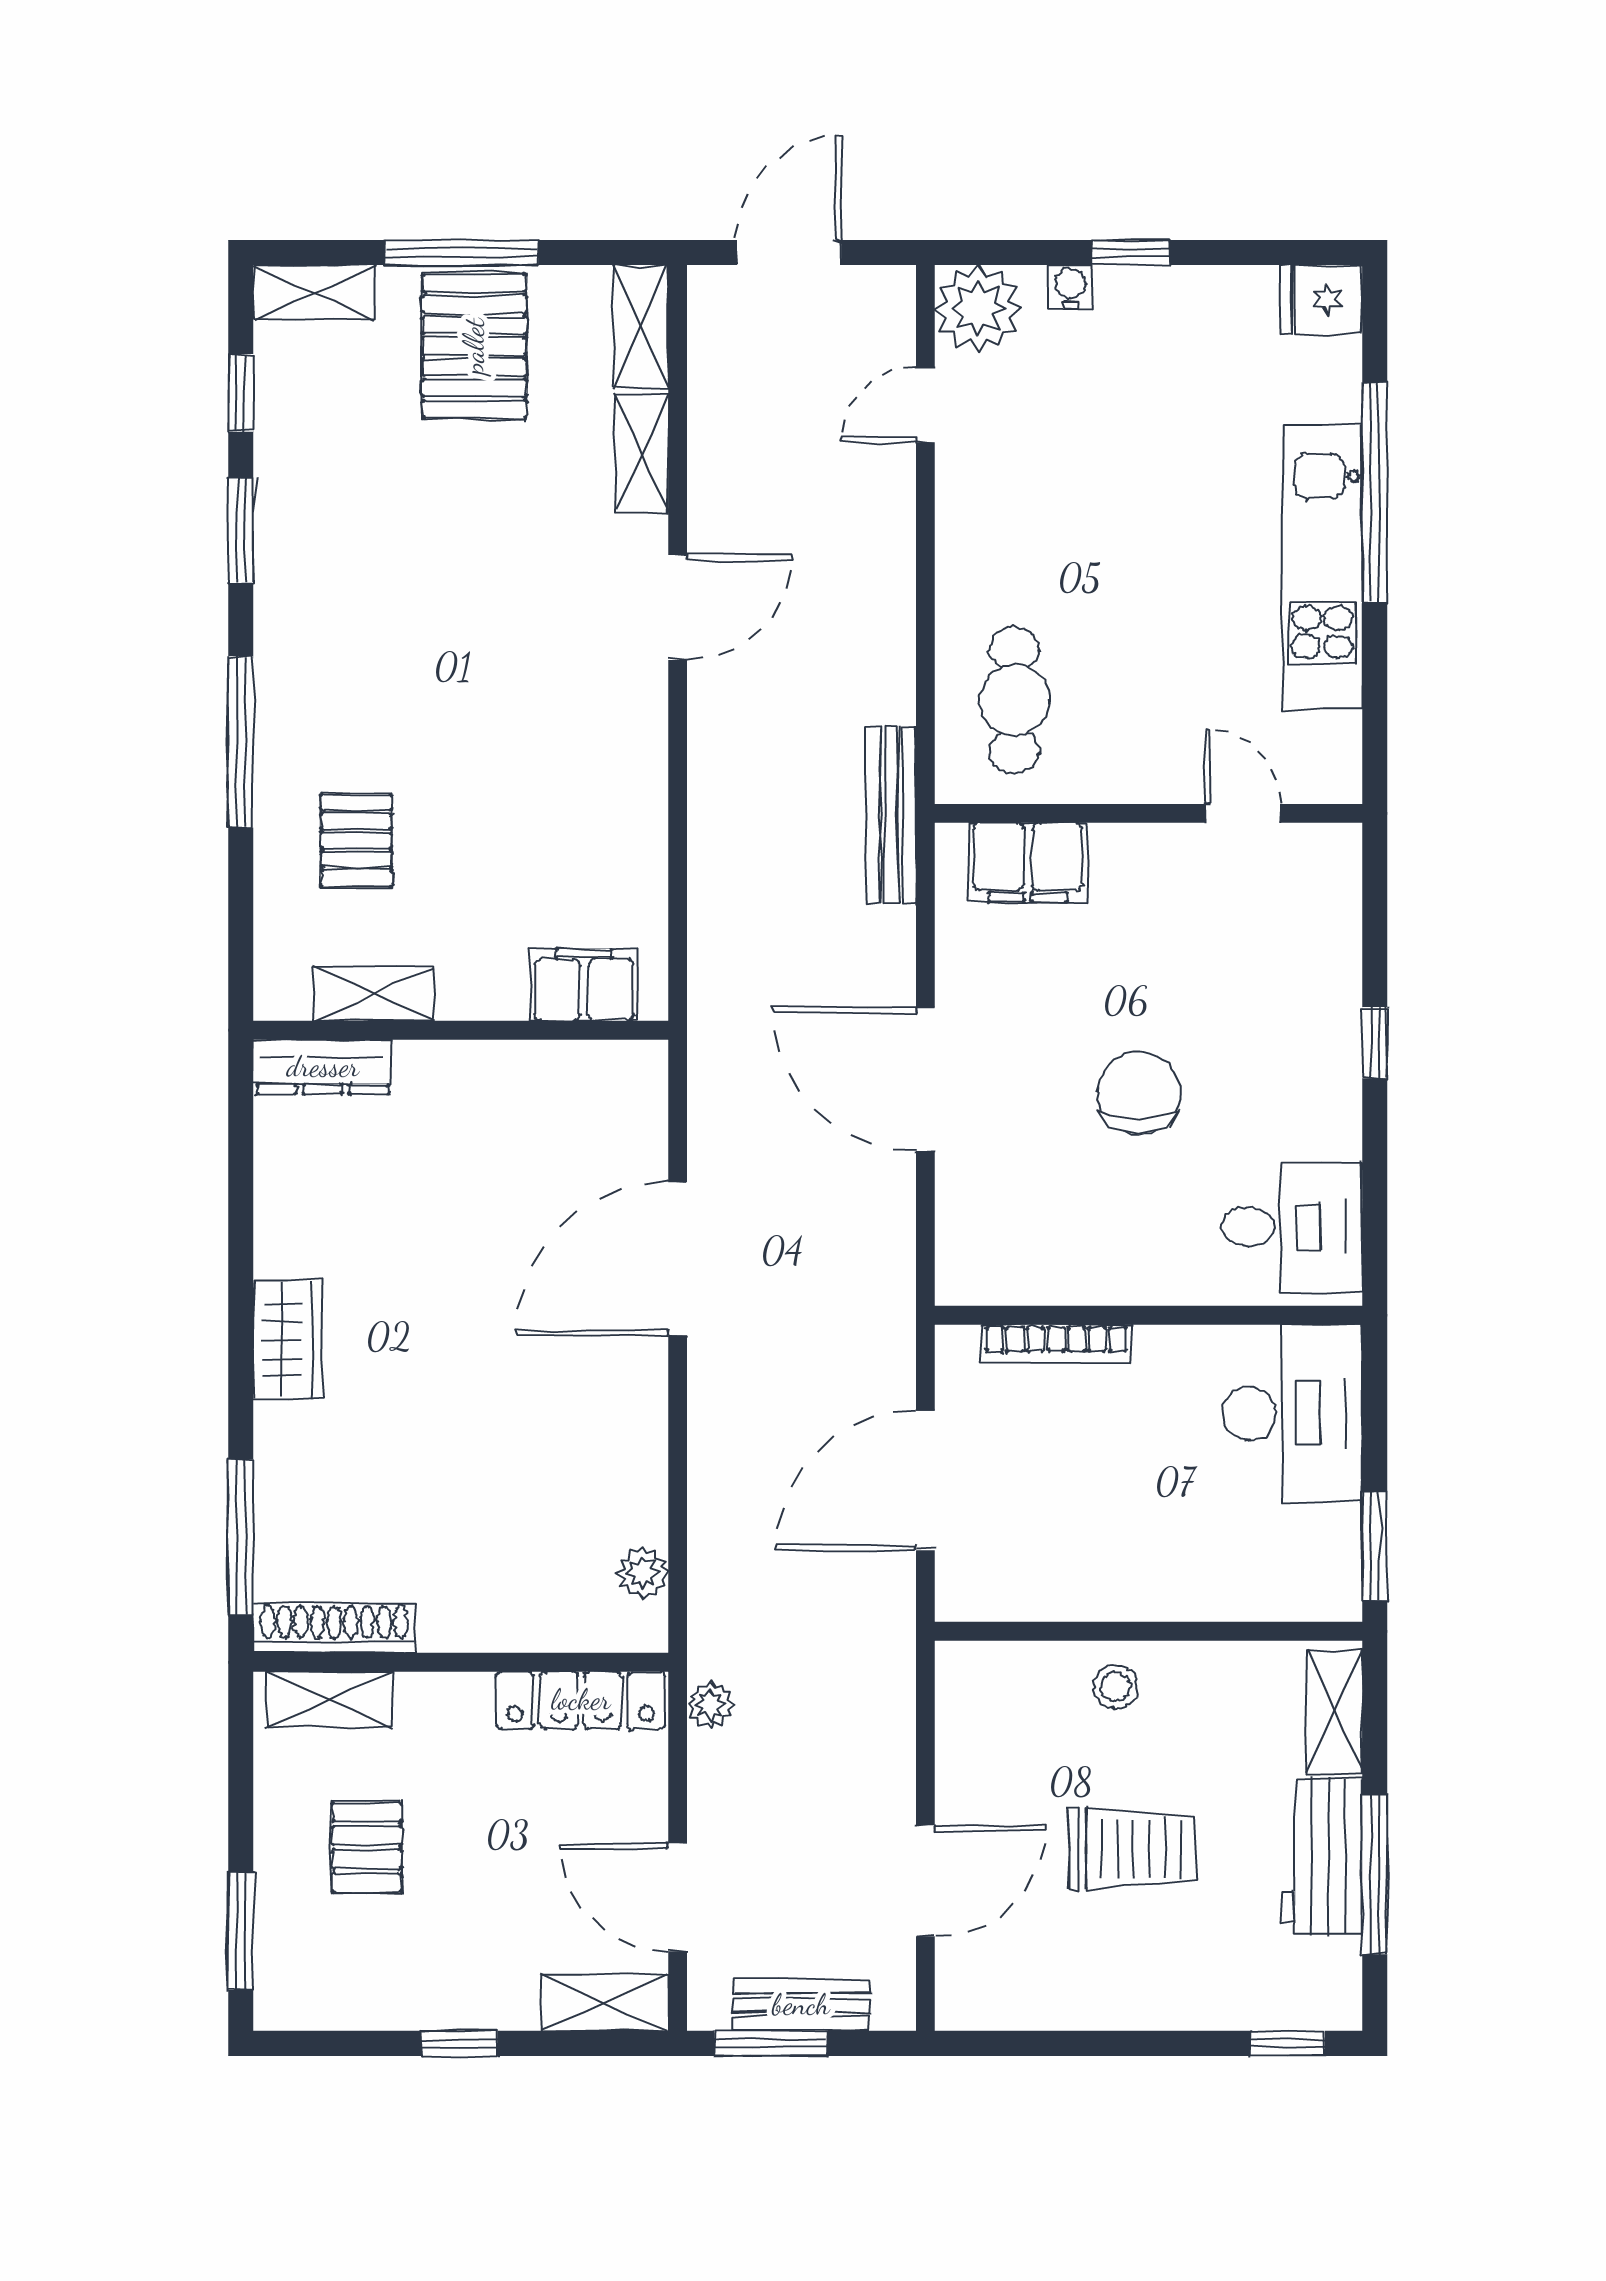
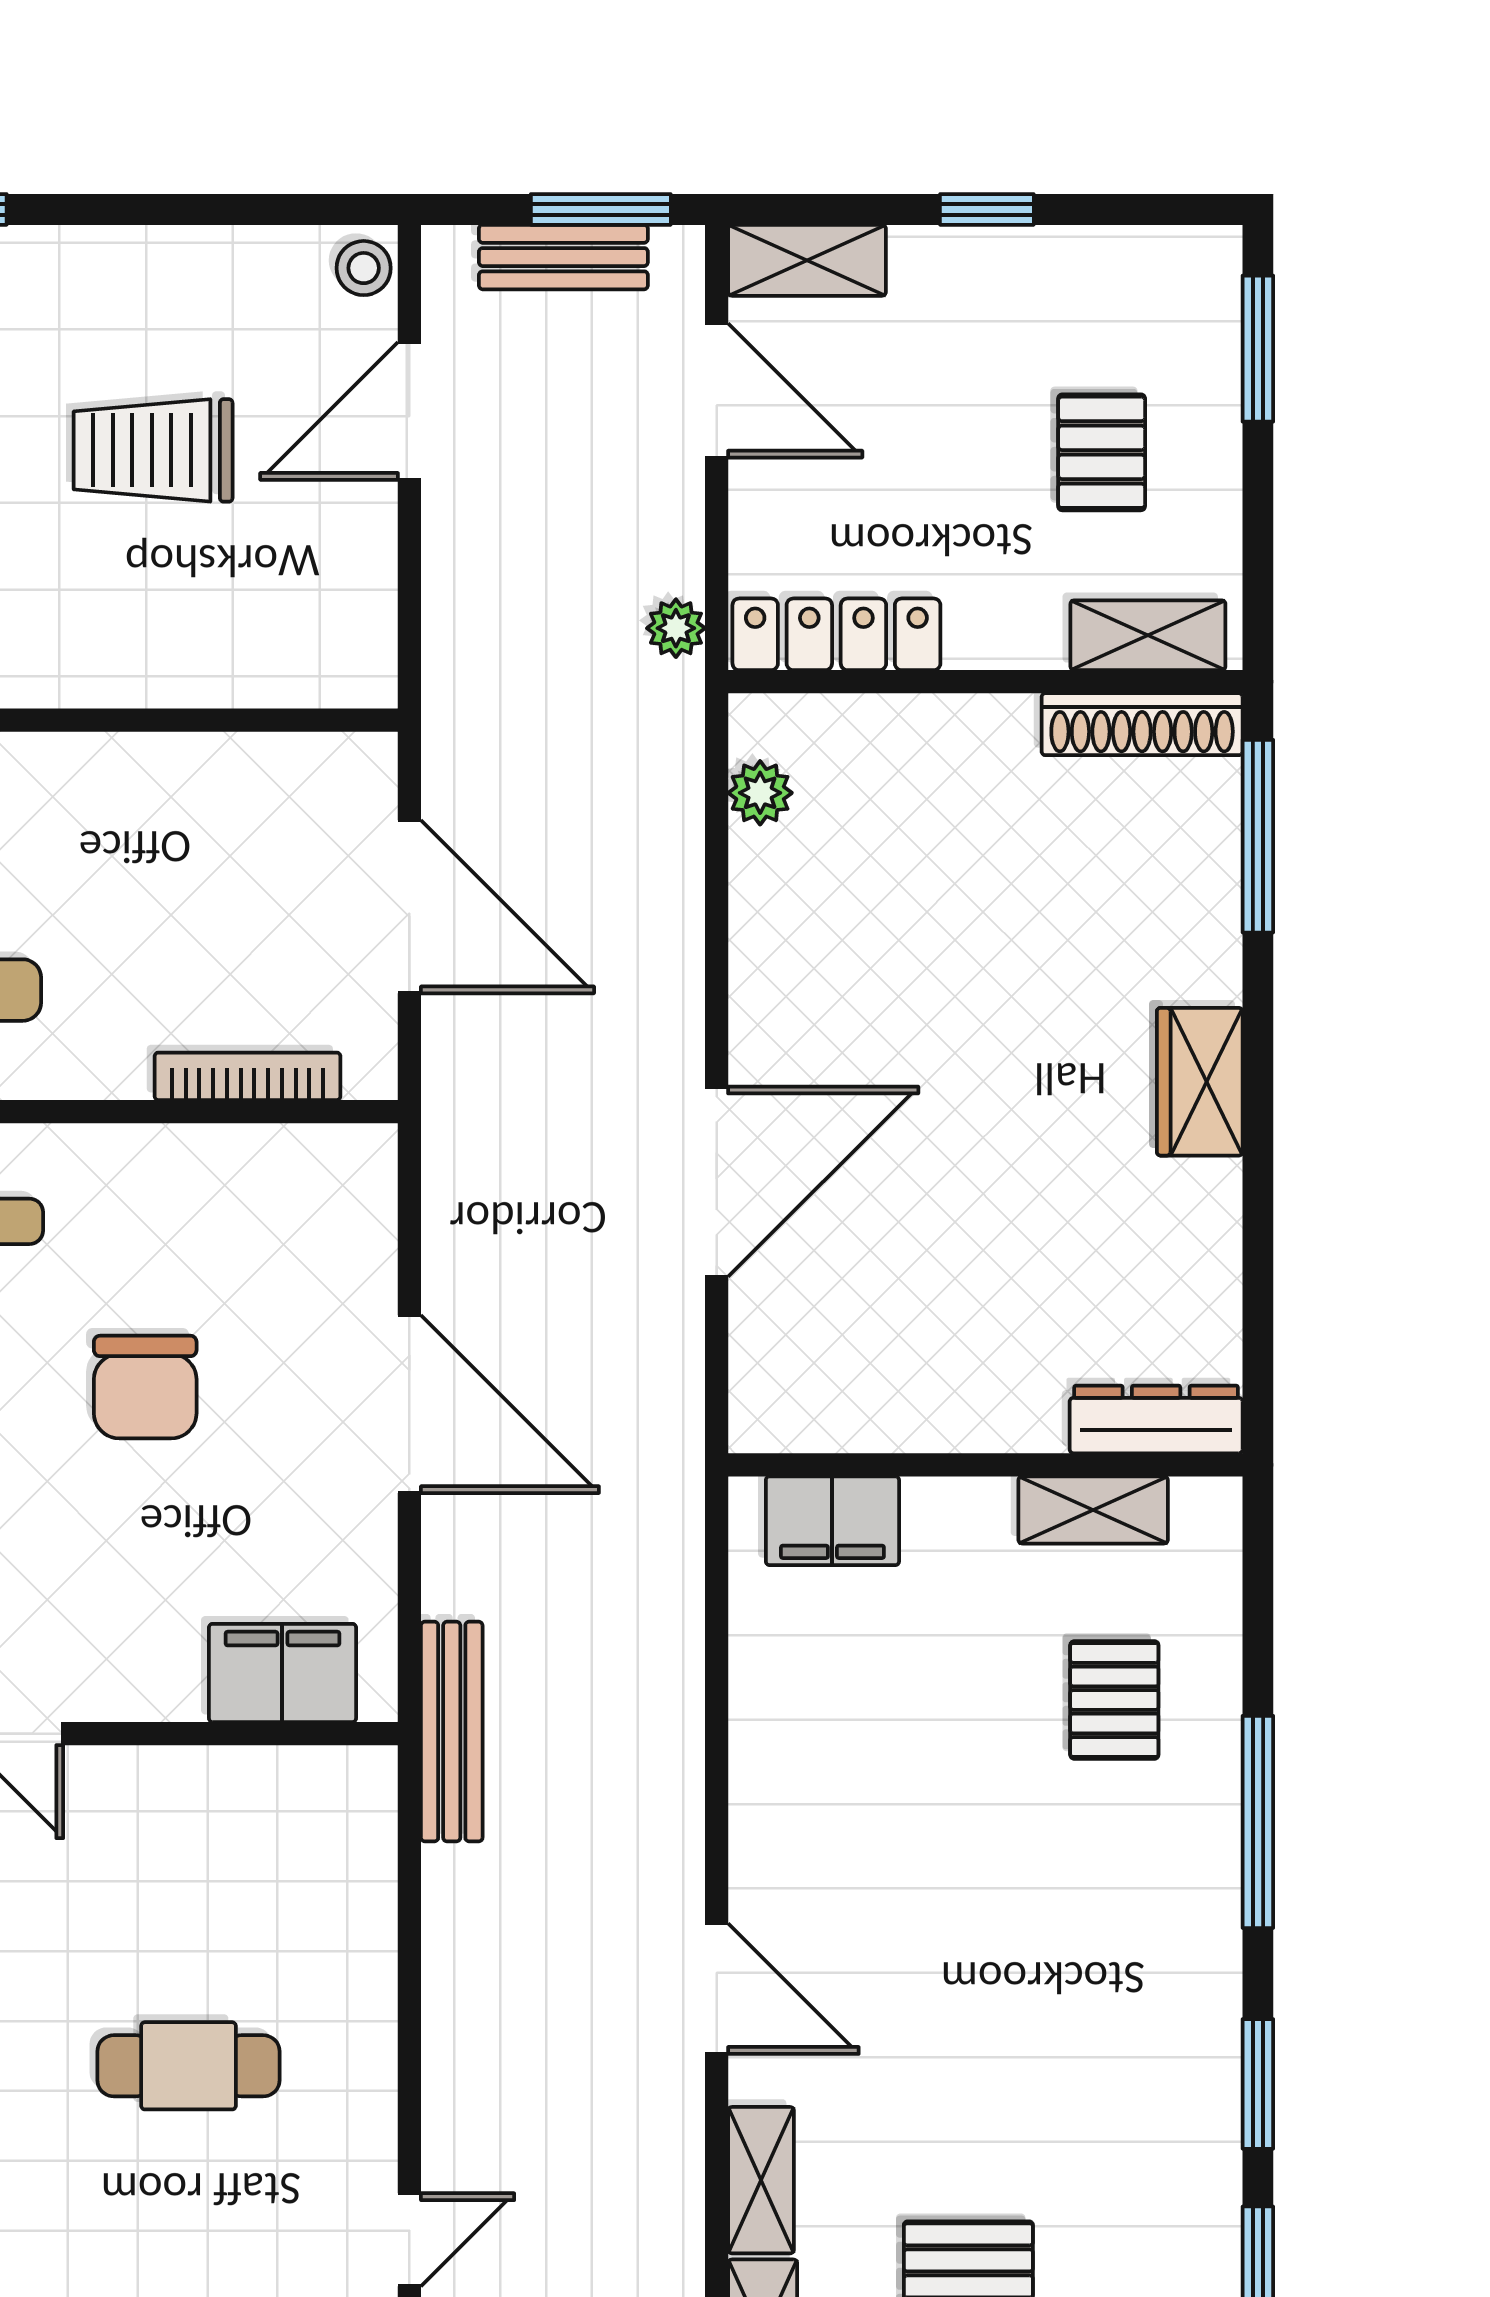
door: (678, 607) -> (717, 1989), swing flipped
cafe table: (1014, 700) -> (188, 2066), moved, turned 90
door: (925, 1481) -> (409, 907), hinge flipped
stool: (1115, 1687) -> (364, 268), moved

